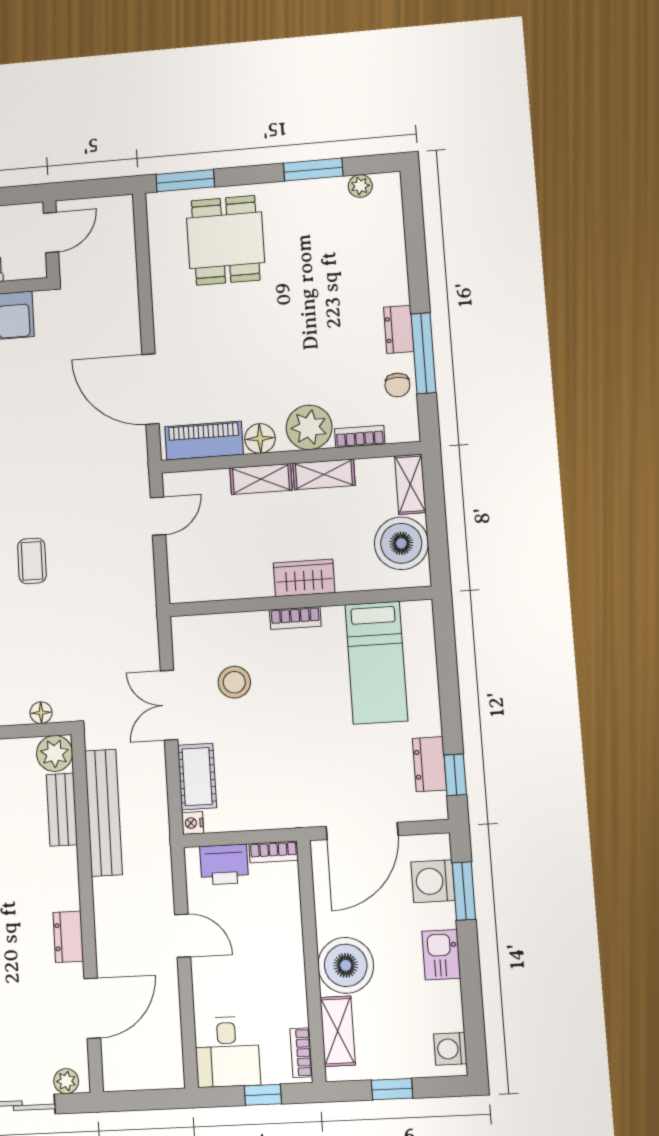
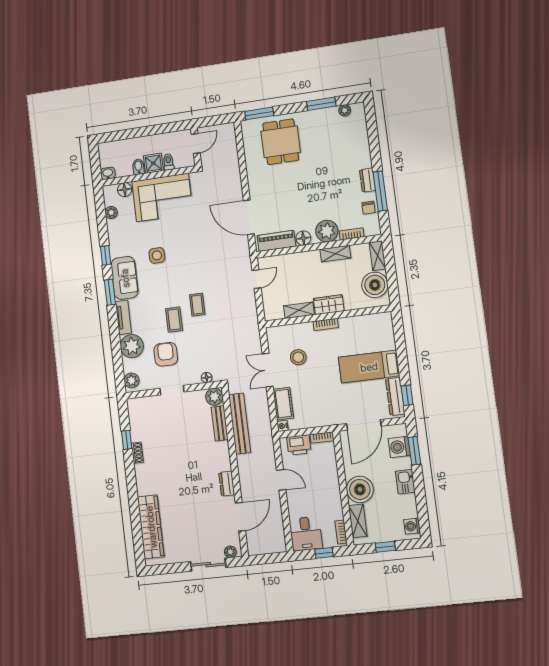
shelving: (261, 479) -> (299, 310), moved
bed: (376, 663) -> (369, 367), moved, turned 90
dresser: (429, 764) -> (395, 397), width x1.44

